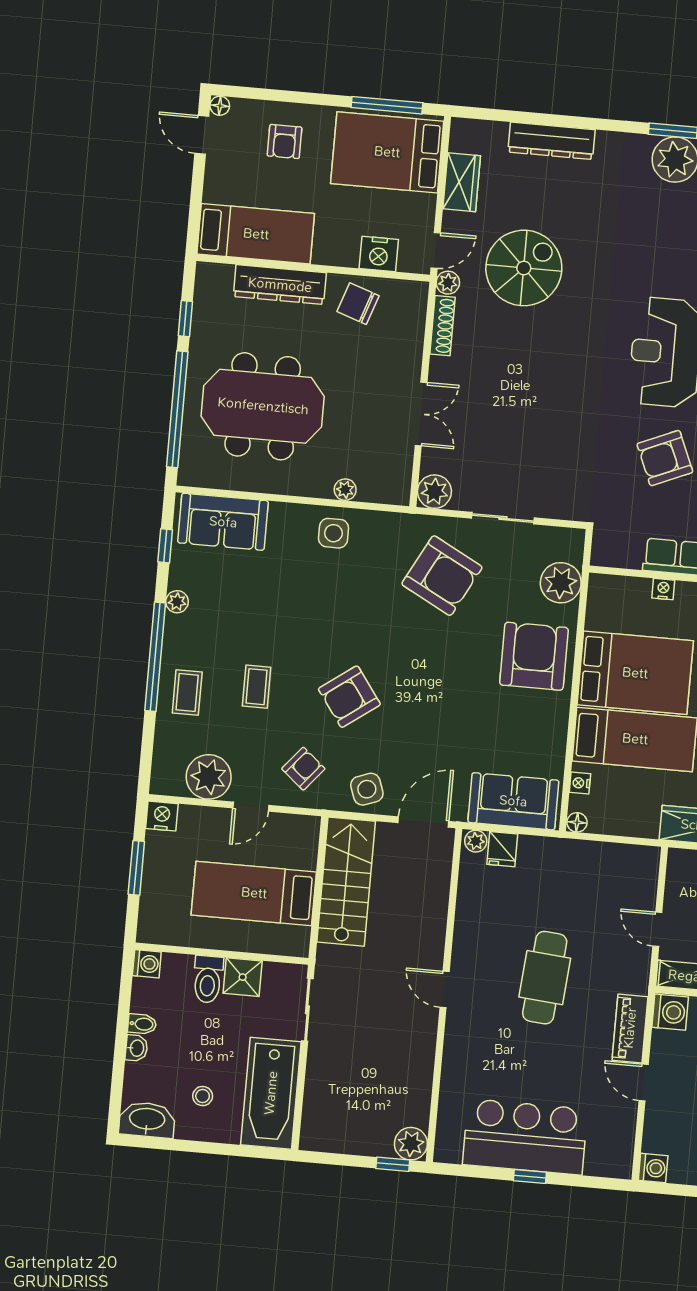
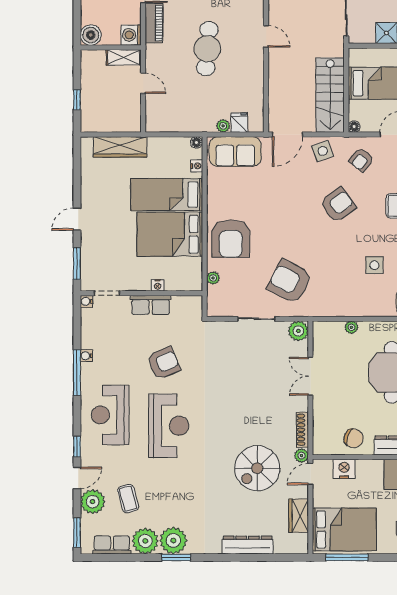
side table: (333, 533) -> (374, 265), moved
plant: (561, 583) -> (213, 278), width x0.53, depth x0.53
floor lamp: (311, 825) -> (354, 127), added
plant: (476, 841) -> (223, 126), moved

